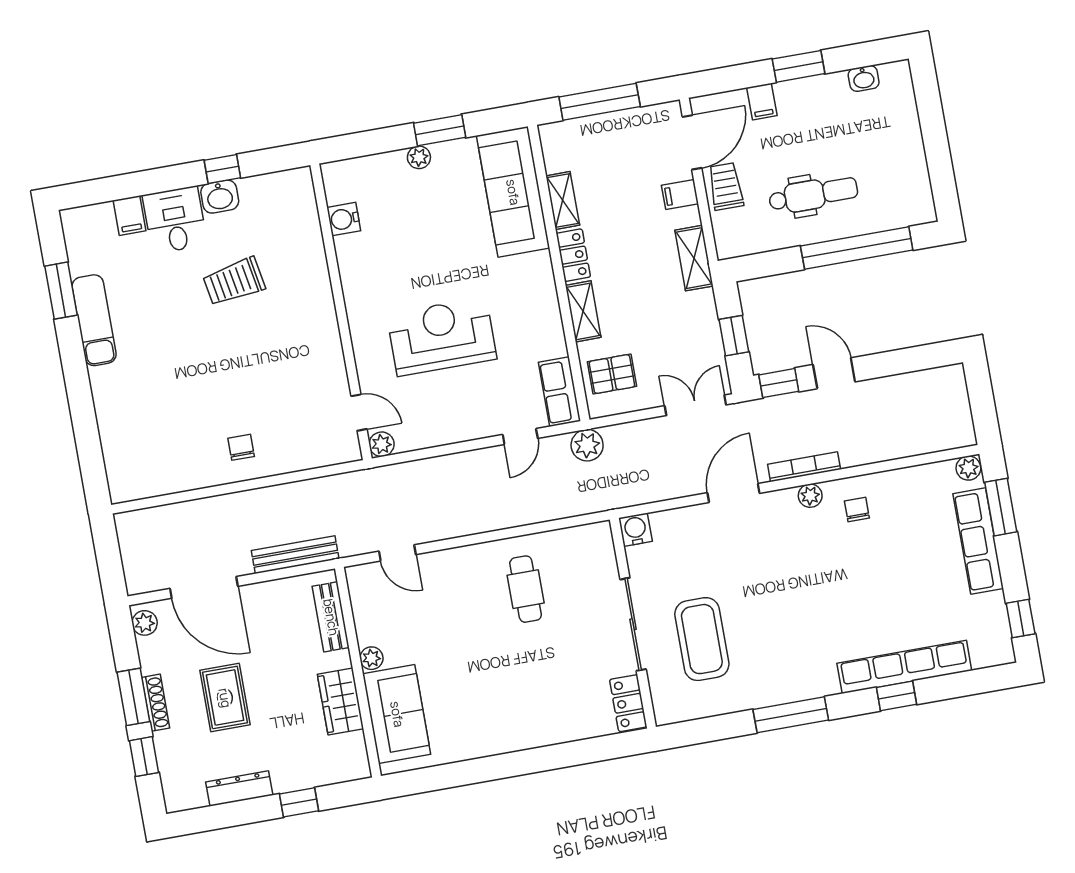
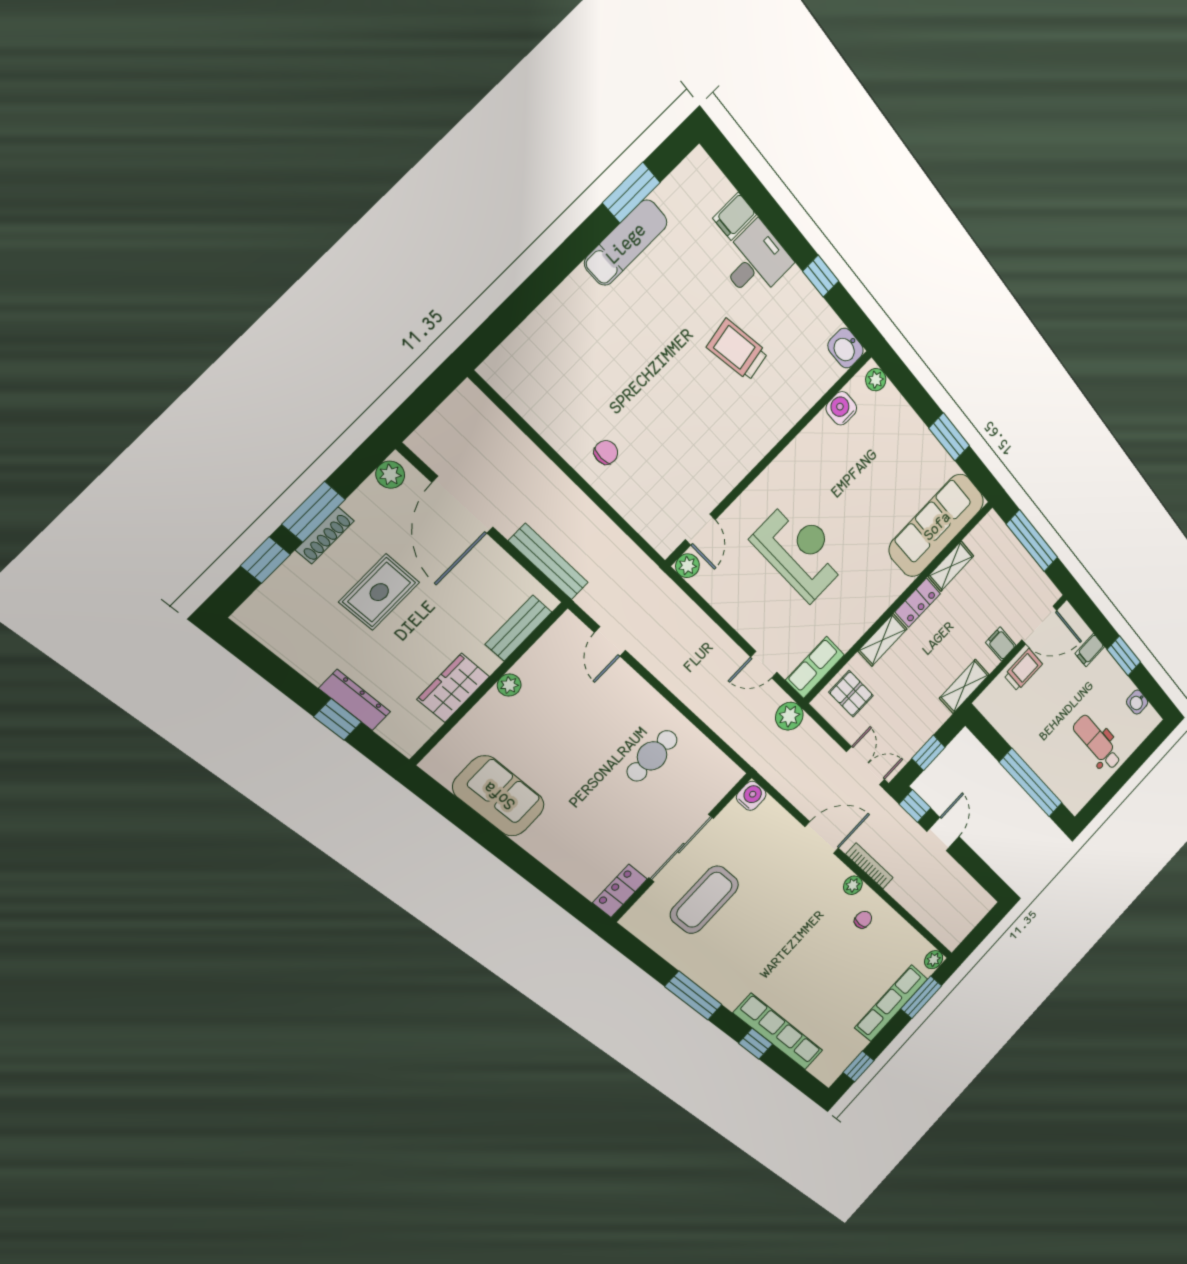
plant: (419, 157) -> (876, 380), moved
dental chair: (813, 194) -> (1097, 743), moved, turned 180
washbasin: (220, 197) -> (846, 348), moved
sofa: (397, 714) -> (499, 796), moved, turned -90
dresser: (239, 789) -> (355, 700), moved

